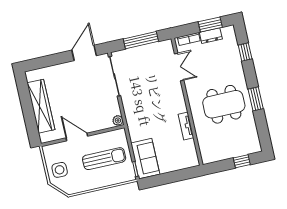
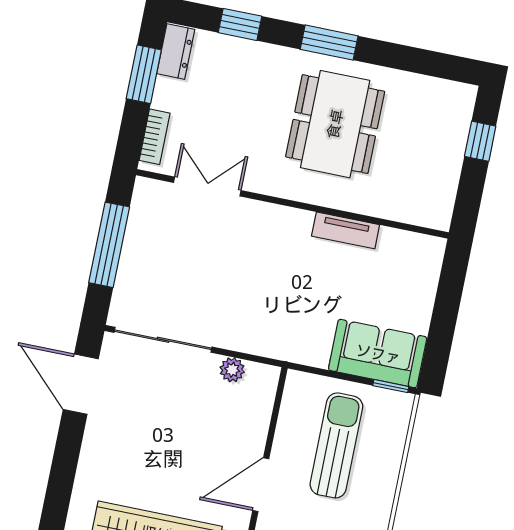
dresser: (211, 36) -> (176, 52), moved
window: (256, 99) -> (329, 43), moved
plant: (118, 120) -> (232, 370), moved

